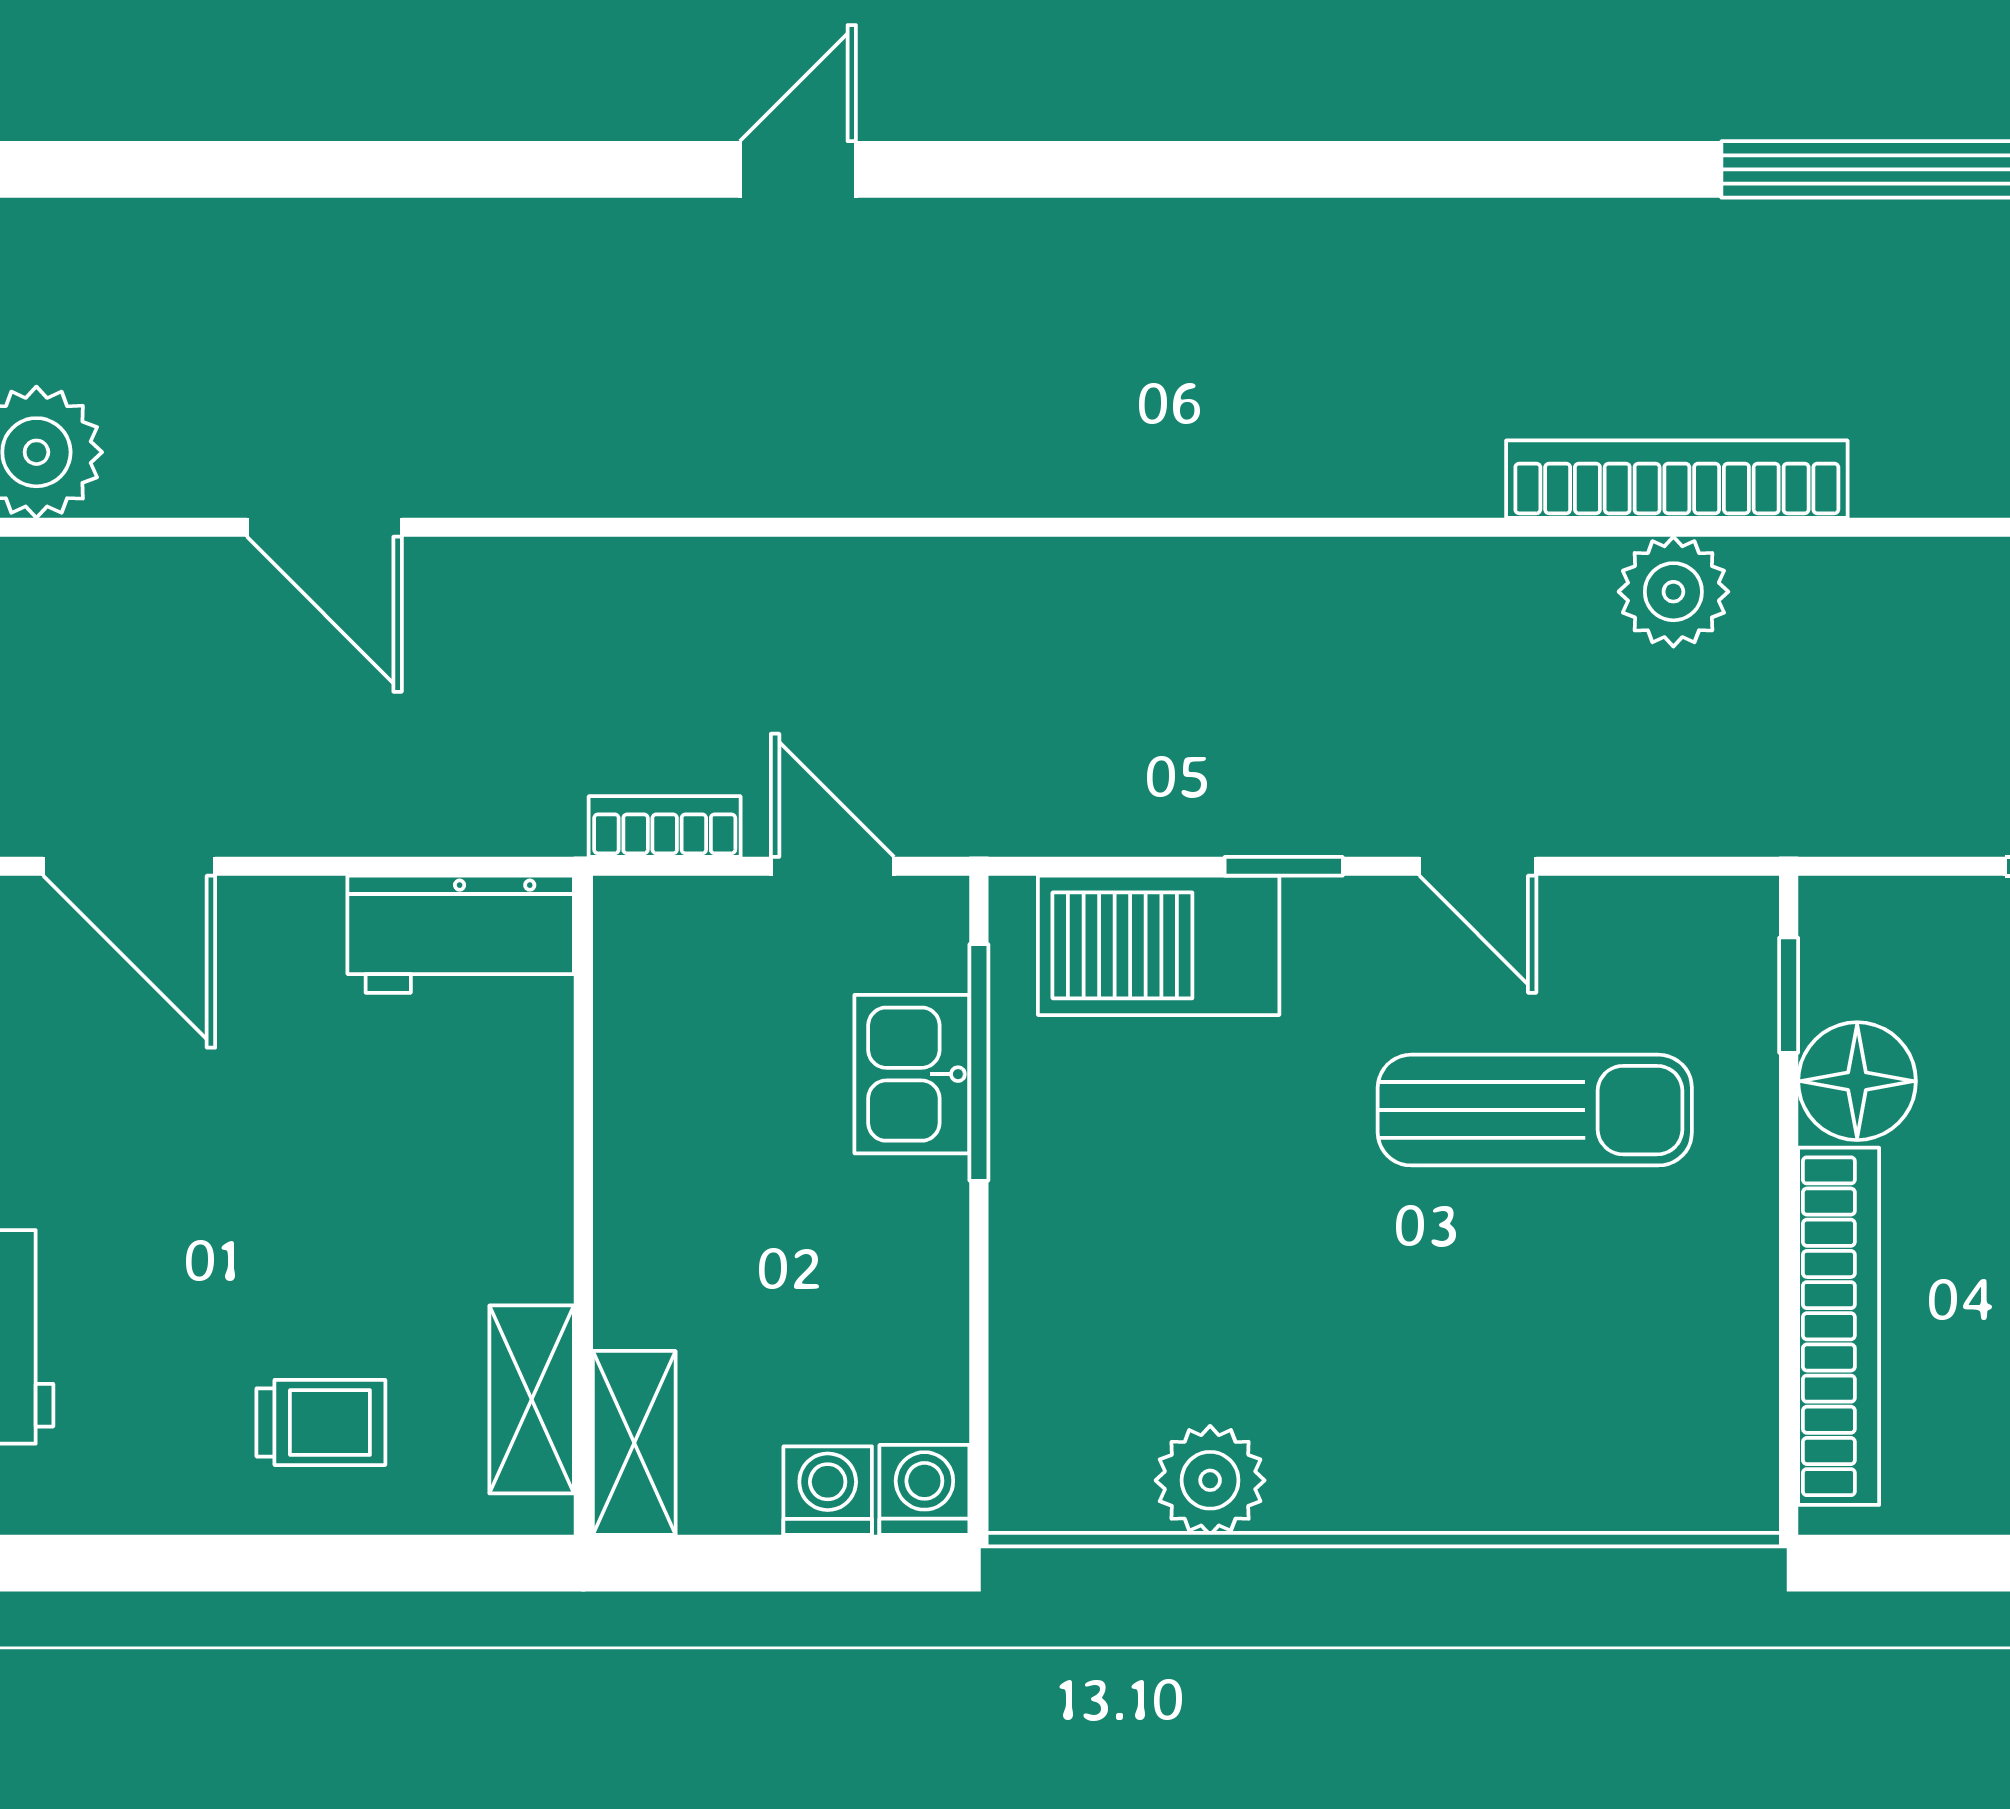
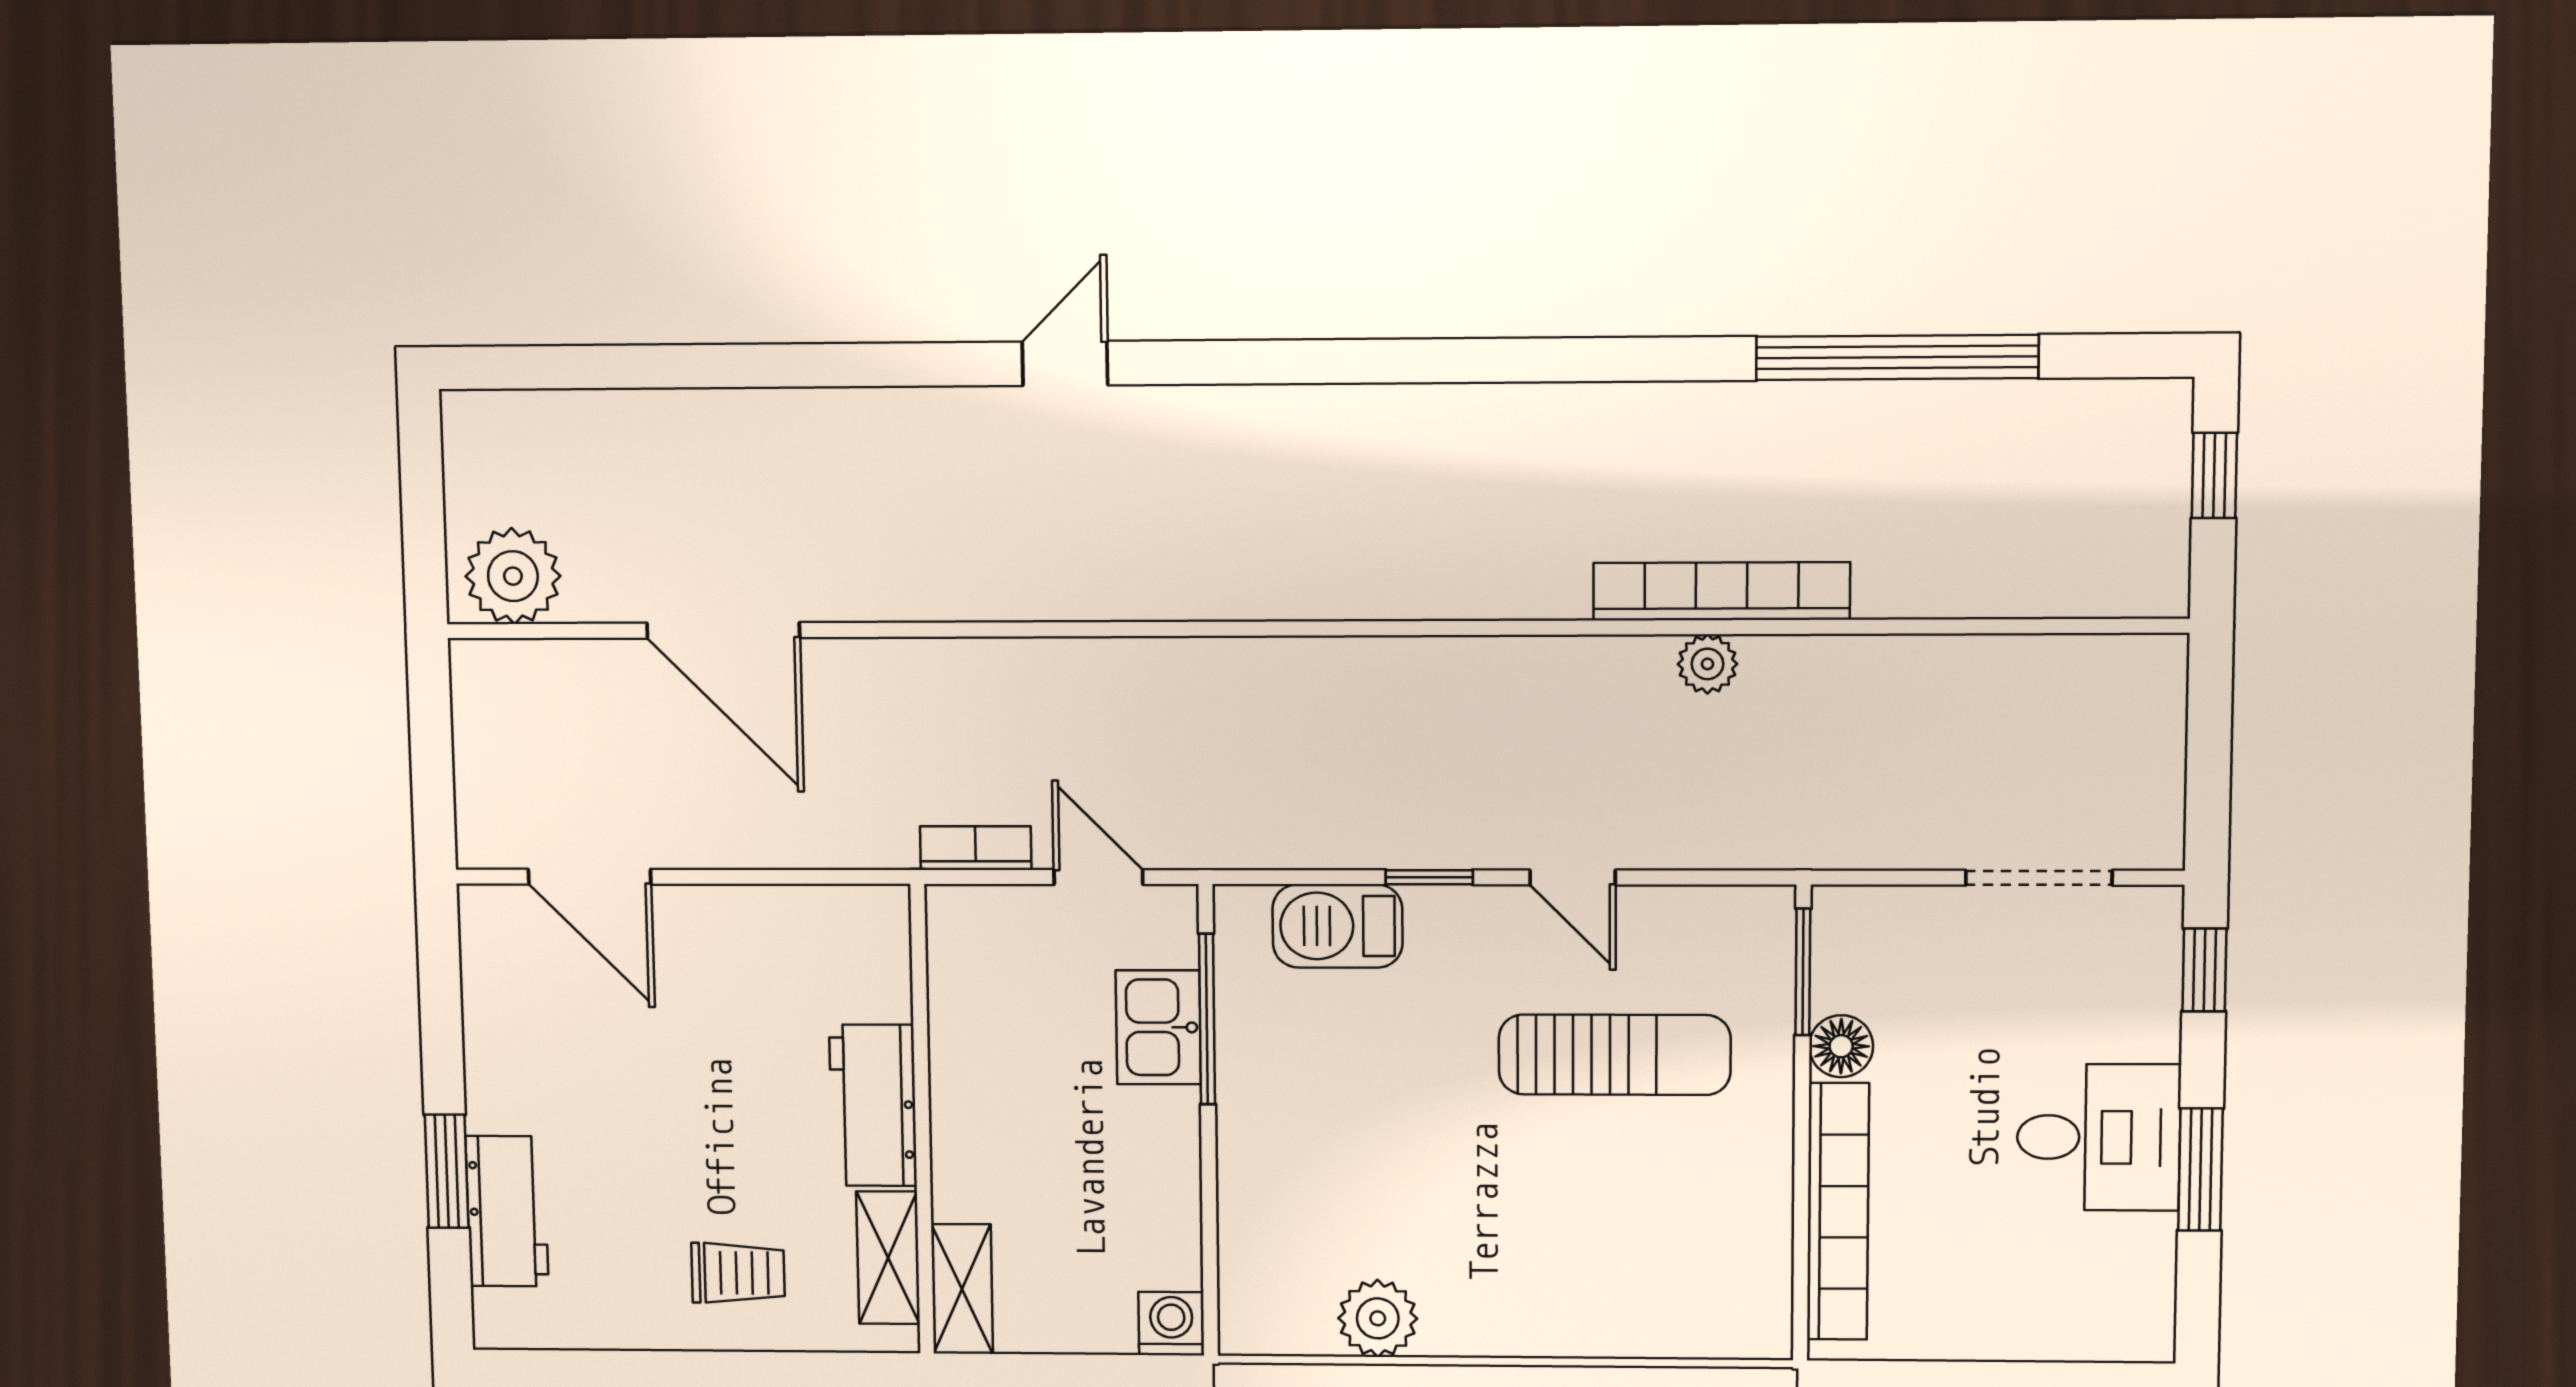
door: (324, 527) -> (723, 630), width x1.36
plant: (1673, 592) -> (1707, 664), width x0.73, depth x0.73
workbench: (461, 934) -> (873, 1105), moved, turned 90
barbecue: (1159, 945) -> (1338, 926), width x0.73, depth x0.83
window: (1789, 995) -> (1803, 972), width x1.50
floor lamp: (1857, 1081) -> (1841, 1046), width x0.73, depth x0.73
washing machine: (828, 1491) -> (1102, 1324), removed

